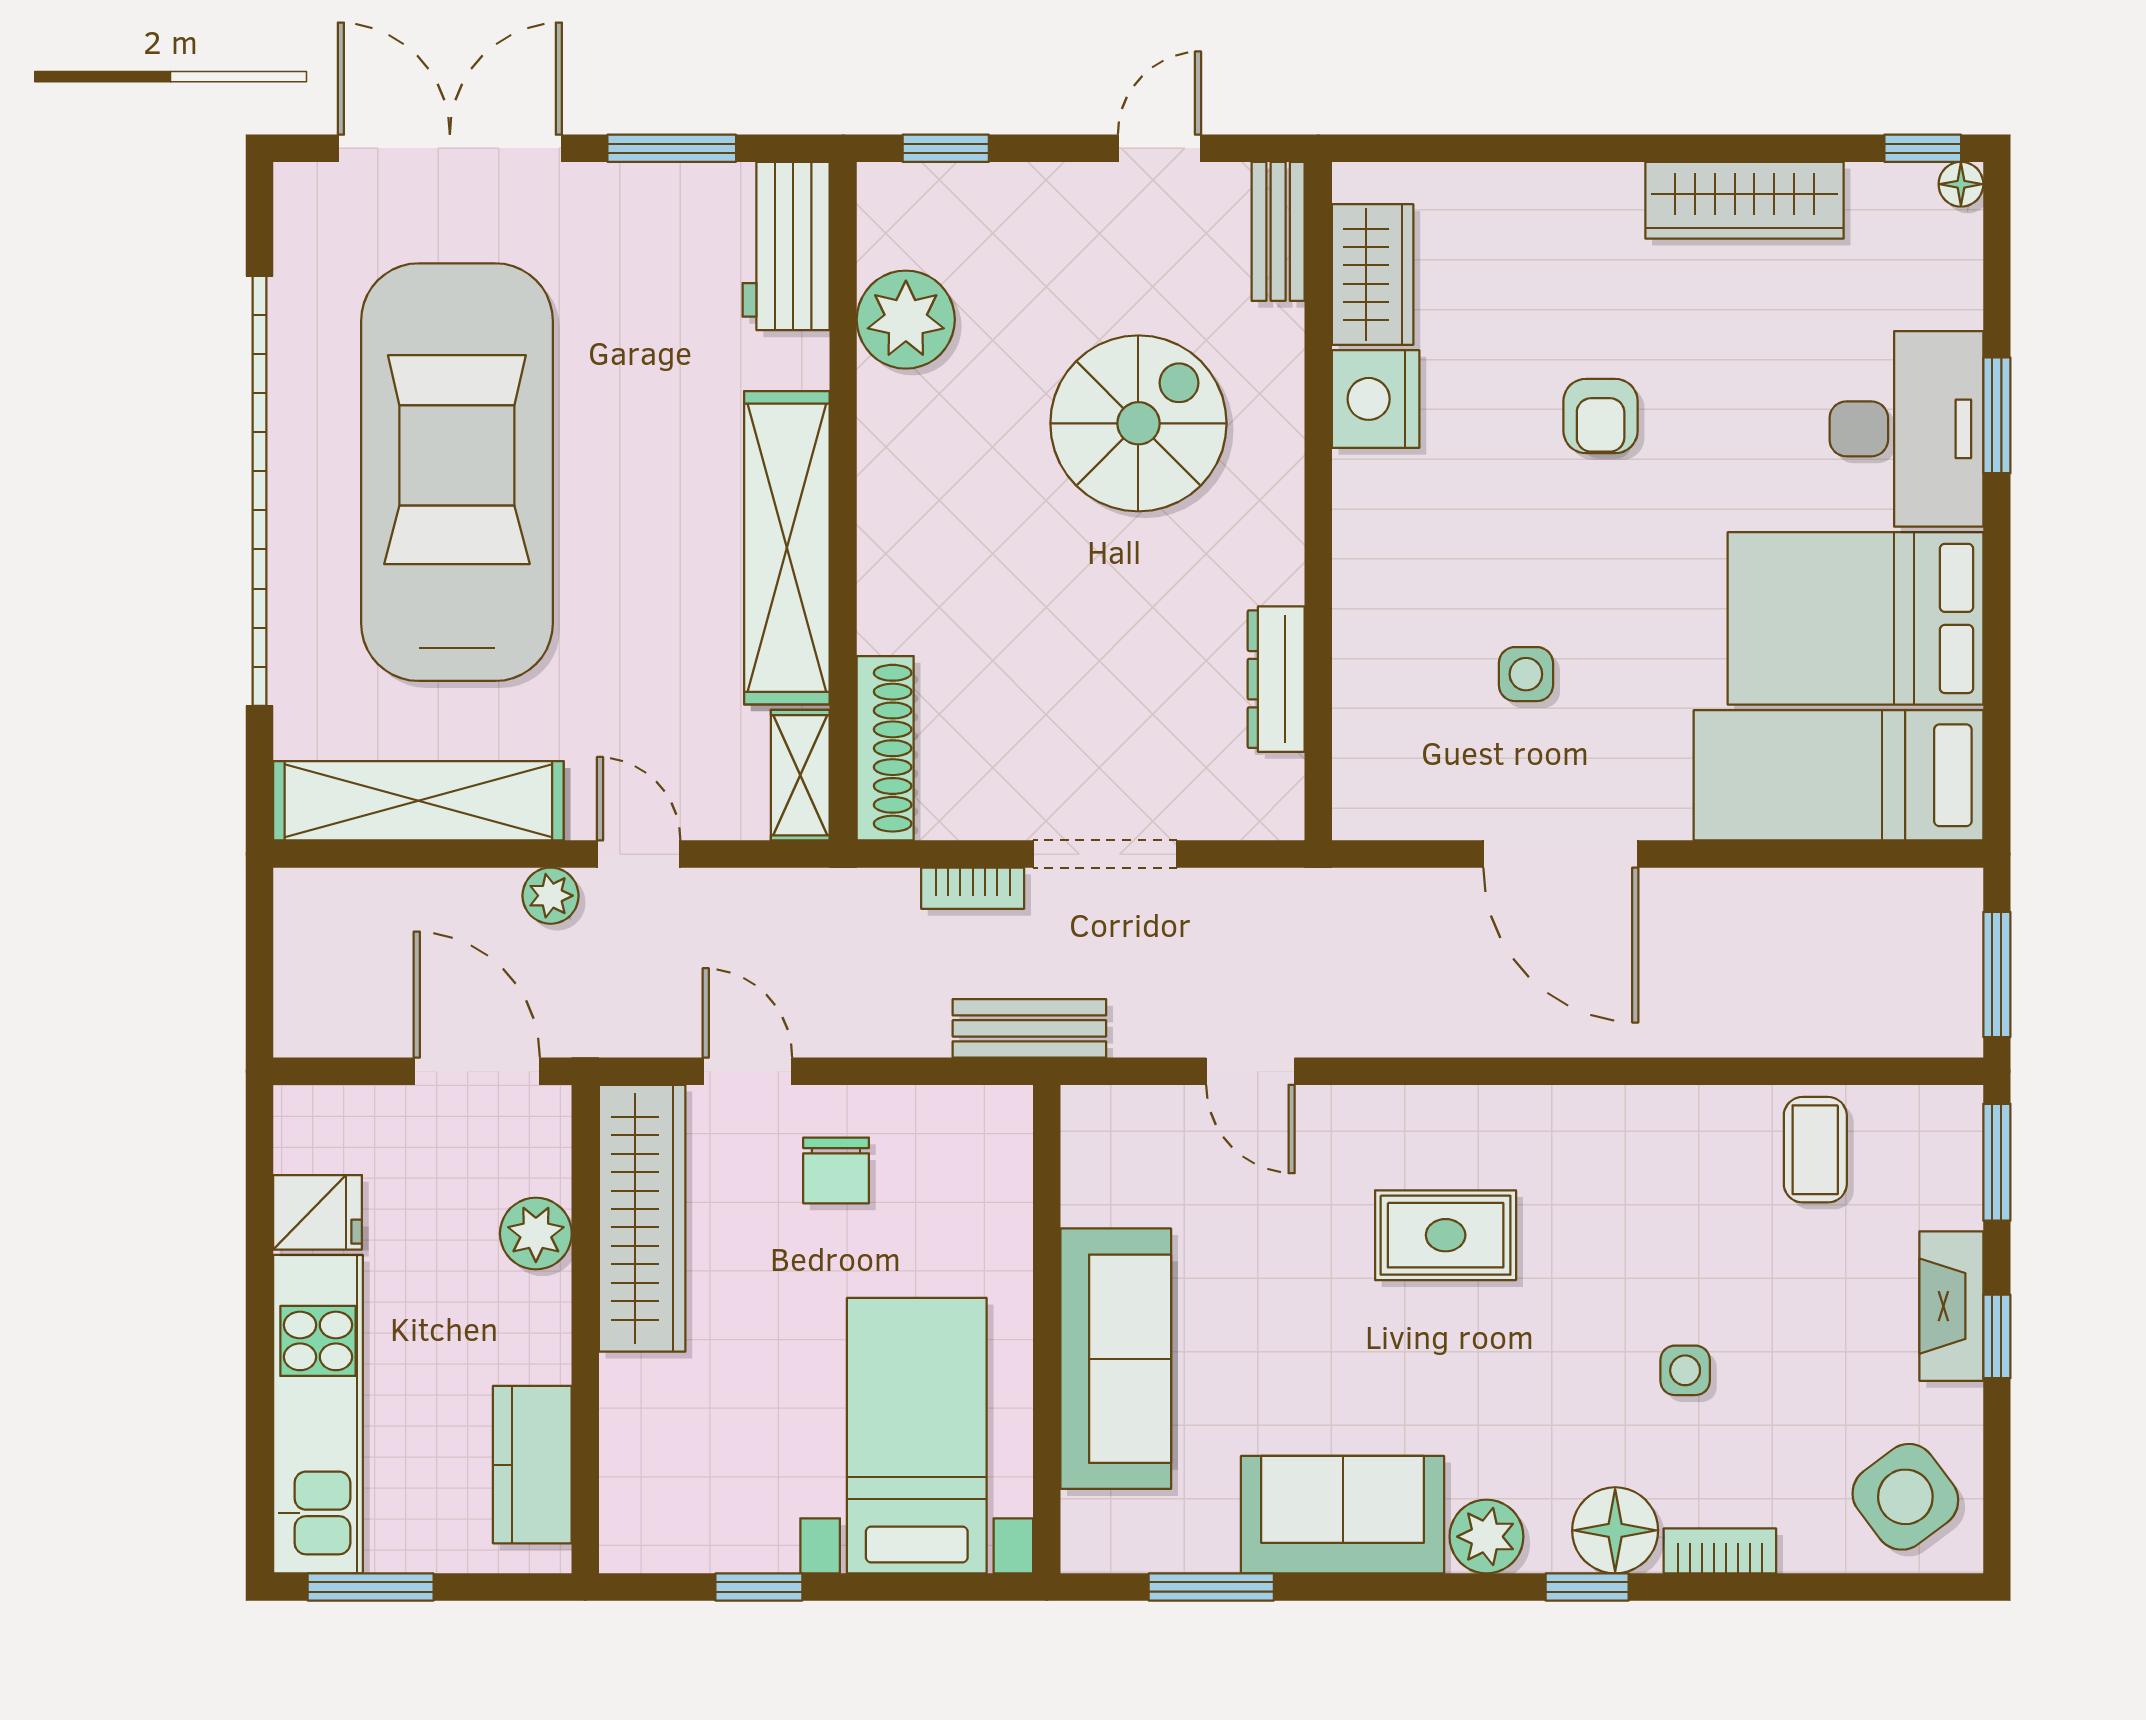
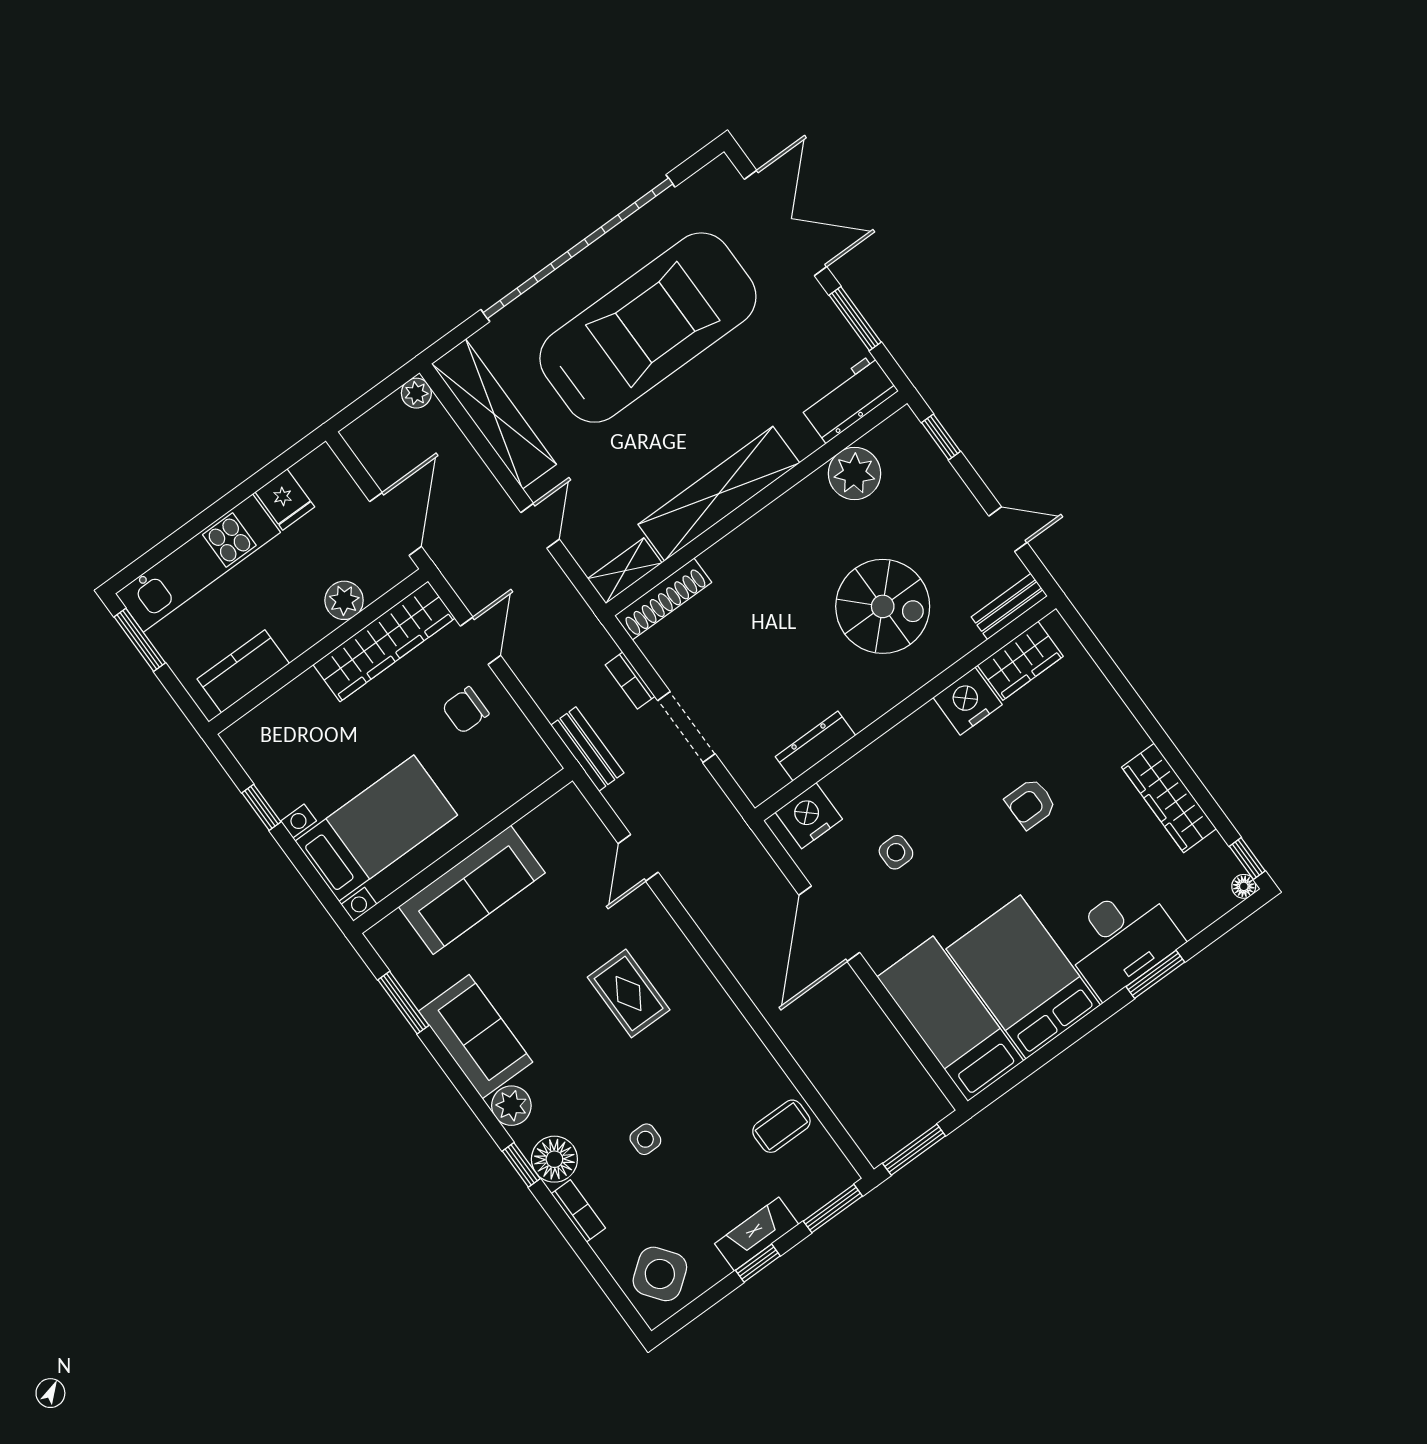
nightstand: (1374, 766) -> (809, 816), added
plant: (551, 896) -> (416, 393), moved

